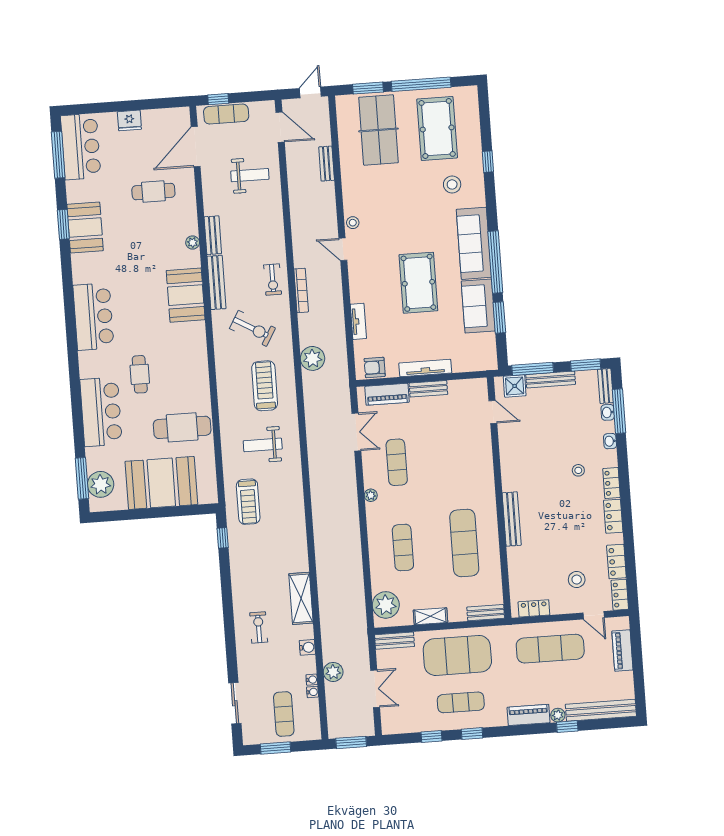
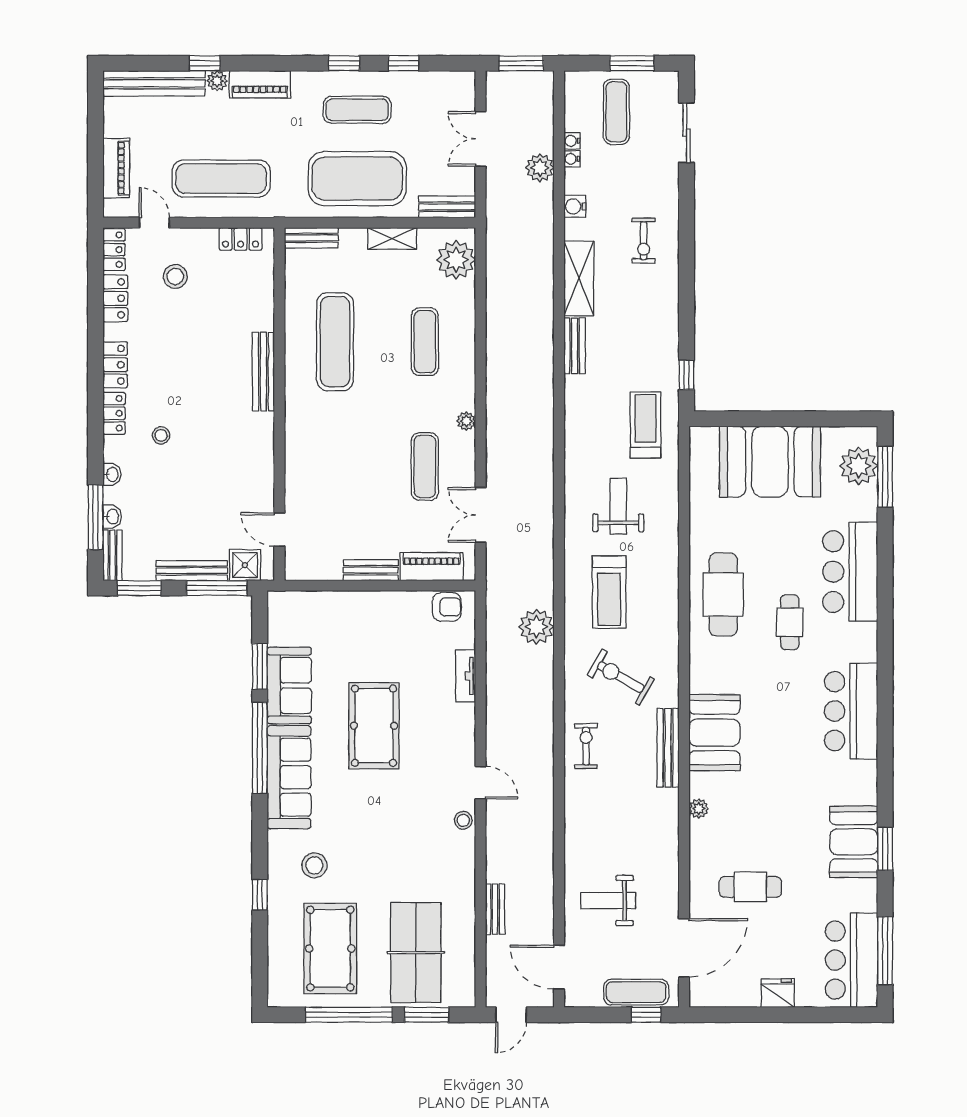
bench: (213, 235) -> (575, 346), moved
bookcase: (301, 290) -> (546, 727), removed
tv unit: (425, 368) -> (373, 601), removed
cafe table: (182, 427) -> (723, 594), moved, turned 90
weight bench: (263, 445) -> (618, 506), turned -90

